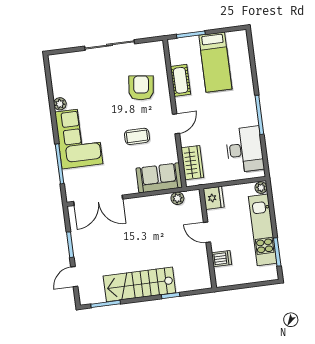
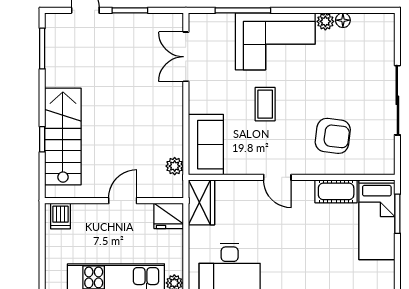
bed: (215, 62) -> (377, 220), moved, turned -90
floor lamp: (57, 91) -> (343, 20), added
coffee table: (137, 136) -> (265, 104), moved
wardrobe: (192, 163) -> (202, 202), moved, turned -90
double door: (98, 200) -> (186, 57), width x0.73
dishwasher: (222, 259) -> (61, 216), moved
stairs: (139, 284) -> (63, 136), moved

